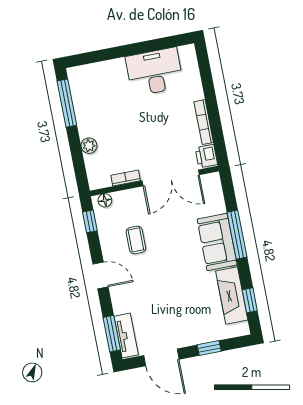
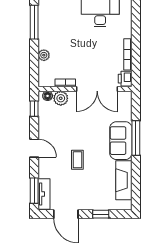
plant: (124, 200) -> (61, 98), added
coffee table: (136, 240) -> (77, 160), moved
window: (250, 300) -> (136, 186), removed

